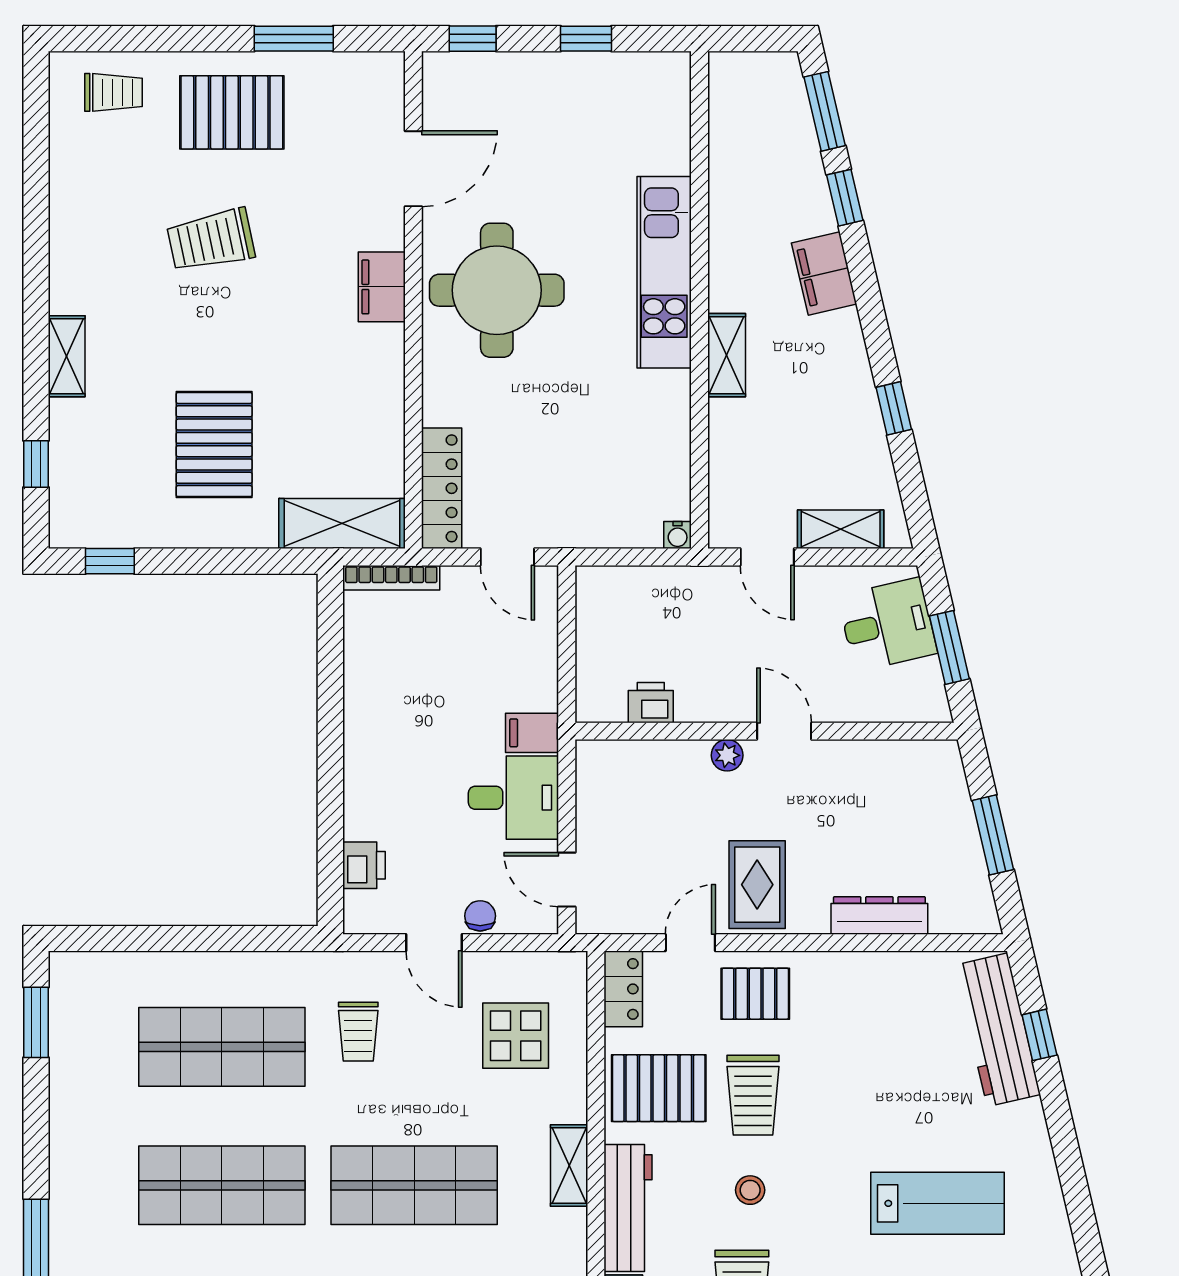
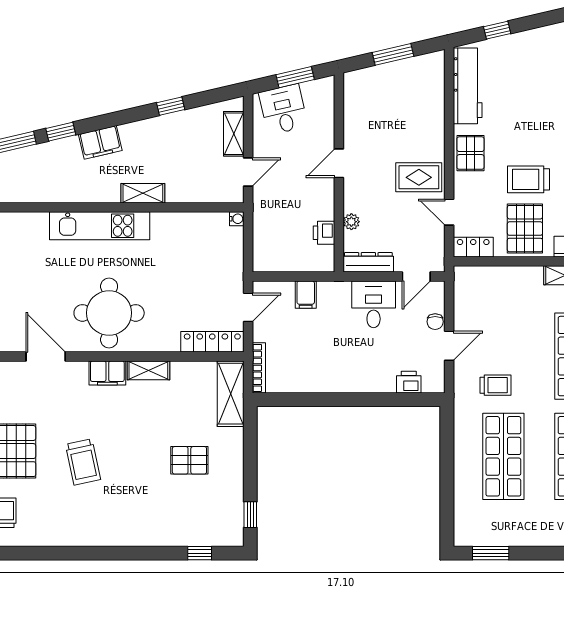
shelving: (67, 356) -> (148, 370), moved
pallet: (214, 445) -> (189, 460), width x0.67, depth x0.71
filing cabinet: (532, 733) -> (306, 295), moved
plant: (727, 755) -> (351, 222), moved
dresser: (879, 915) -> (368, 262), moved, turned 90
chair: (480, 916) -> (435, 322), turned -90
pallet: (755, 994) -> (470, 153), moved
workbench: (997, 1030) -> (468, 86), moved, turned -77
display table: (516, 1036) -> (498, 303), removed
trolley: (753, 1095) -> (529, 179), turned 180

